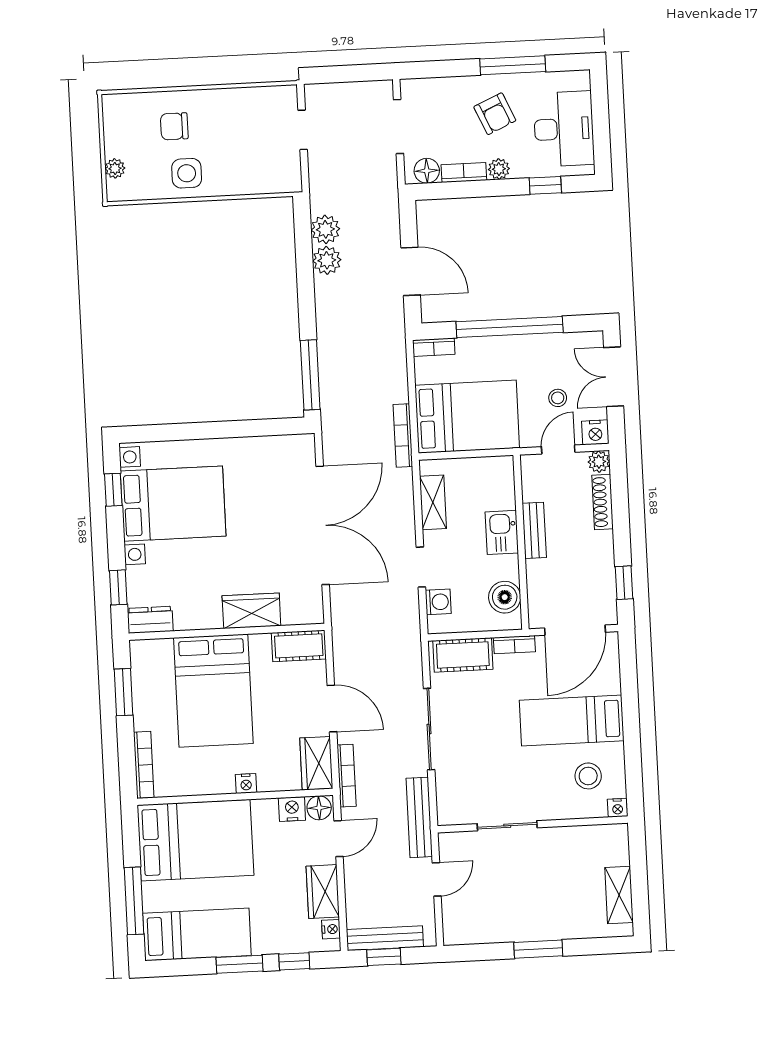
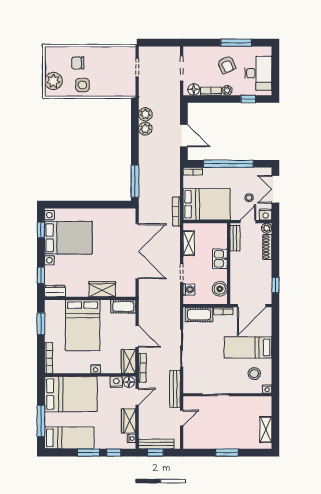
plant: (115, 168) -> (53, 81), width x1.88, depth x1.88
bench: (534, 530) -> (235, 238), moved

